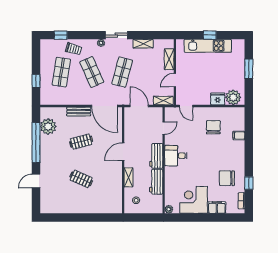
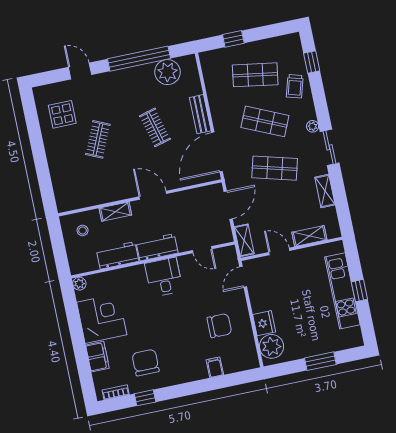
shop shelf: (92, 72) -> (265, 121), turned 48
display table: (61, 198) -> (62, 114), added

